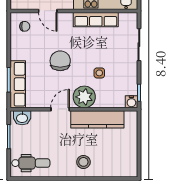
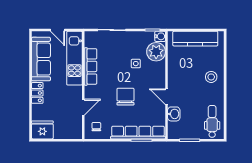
chair: (60, 61) -> (125, 97), turned 90
row of seats: (18, 84) -> (138, 133), width x1.36
plant: (84, 97) -> (156, 52), moved
washbasin: (22, 118) -> (174, 114), moved
kitchen counter: (97, 119) -> (195, 39), moved, turned 90

